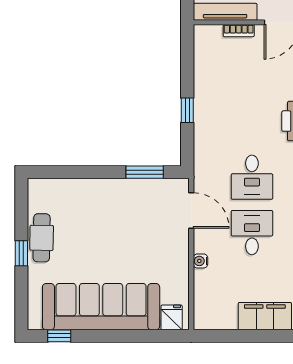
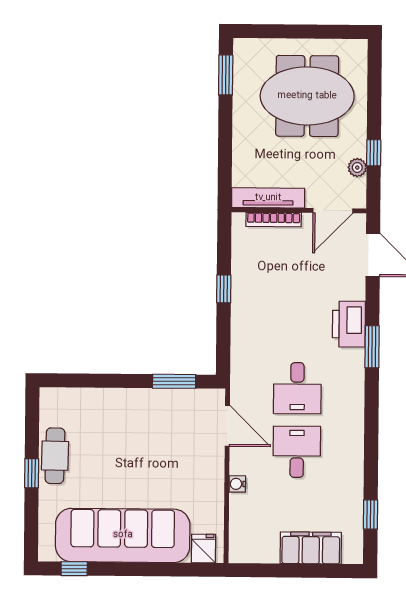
bookcase: (239, 31) -> (274, 220), width x1.56
window: (187, 110) -> (224, 289), moved

